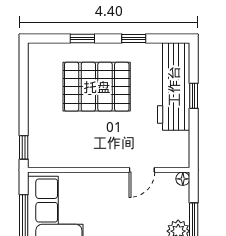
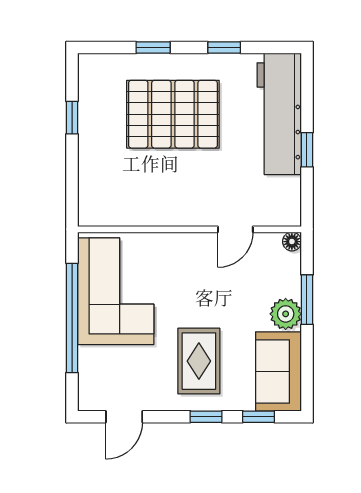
window: (194, 96) -> (307, 150), moved
window: (24, 147) -> (72, 118), moved

